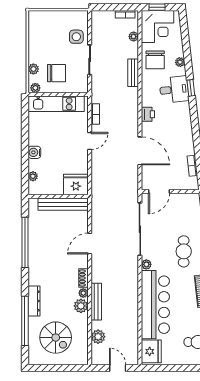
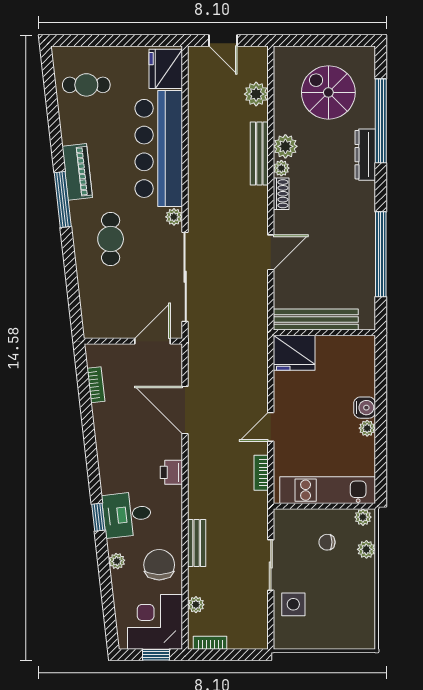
chair: (56, 73) -> (327, 542), width x0.54, depth x0.54
plant: (33, 176) -> (367, 428), moved

